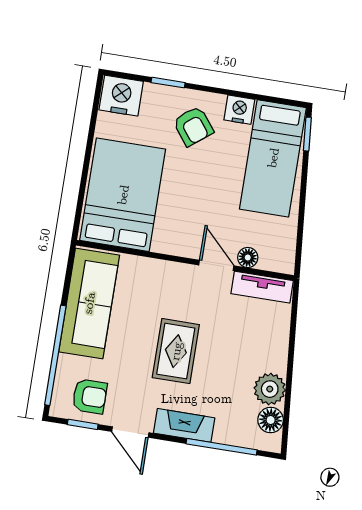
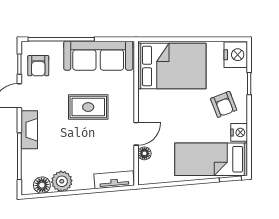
armchair: (193, 126) -> (224, 104), turned -73
tv unit: (262, 287) -> (114, 180), moved, turned 85
rug: (176, 351) -> (88, 107), moved

